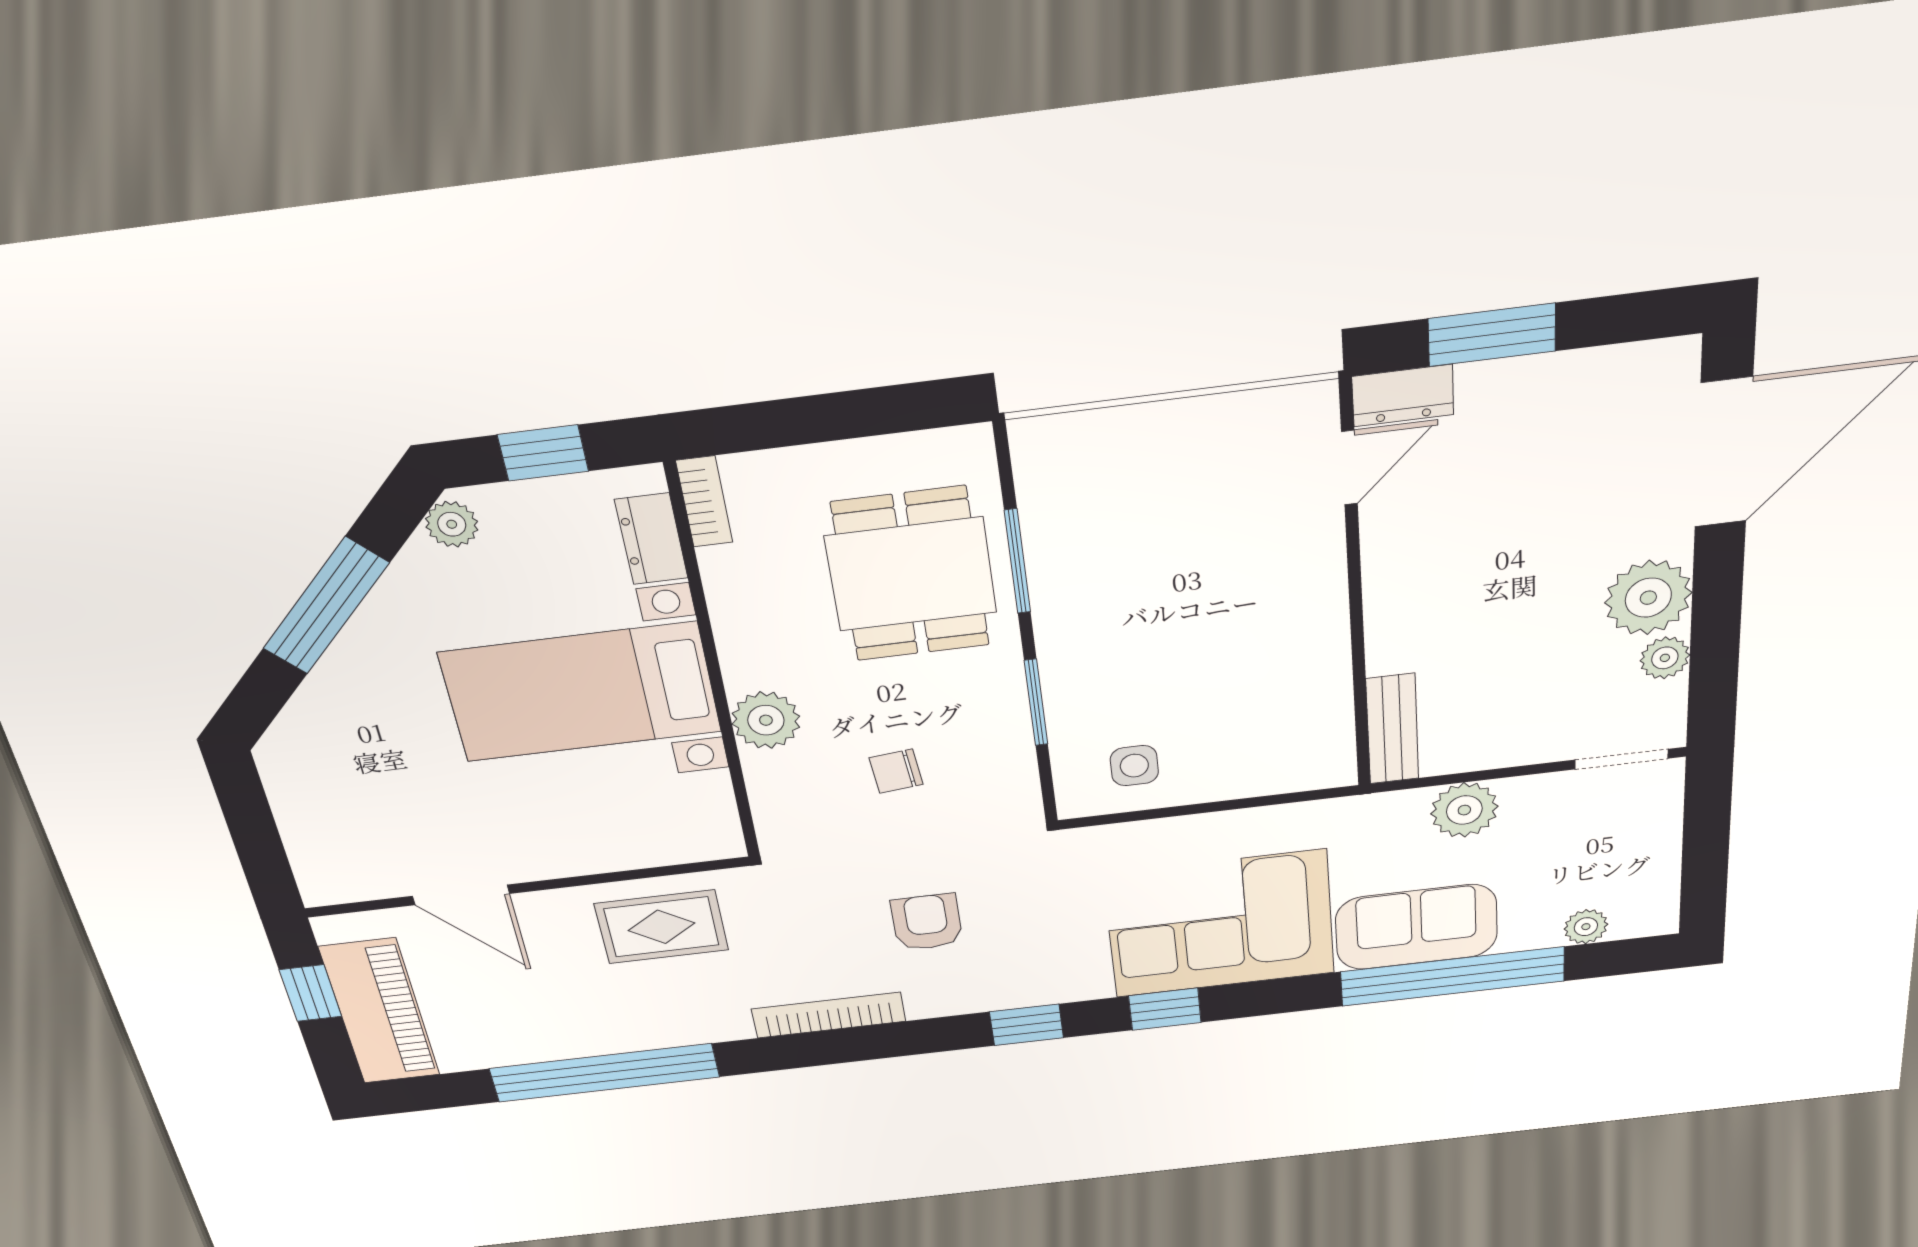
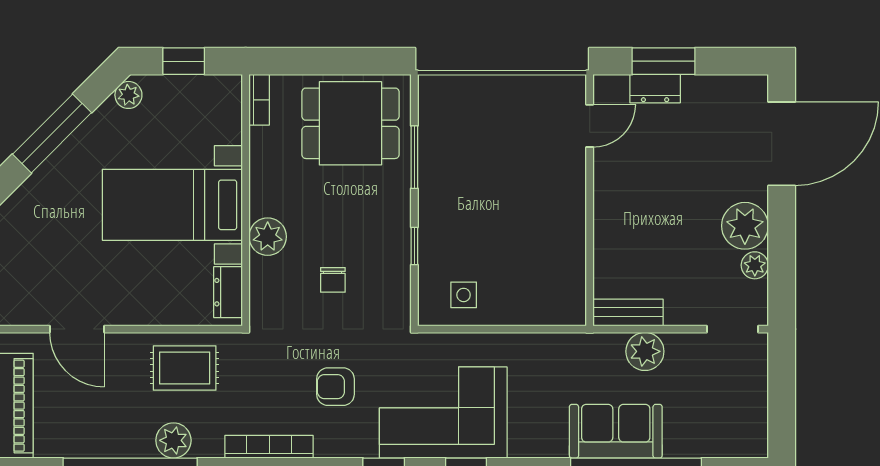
dresser: (1403, 396) -> (655, 89), moved
dresser: (651, 539) -> (228, 292), moved
dining table: (911, 574) -> (350, 123), moved, turned 90
window: (1036, 703) -> (414, 246), width x0.67
bench: (1392, 729) -> (628, 312), moved, turned 90
chair: (896, 771) -> (333, 280), turned -84
armchair: (927, 922) -> (335, 387), turned -90
corner sofa: (1220, 924) -> (443, 413), moved
plant: (1586, 927) -> (173, 440), moved, width x1.38, depth x1.38

